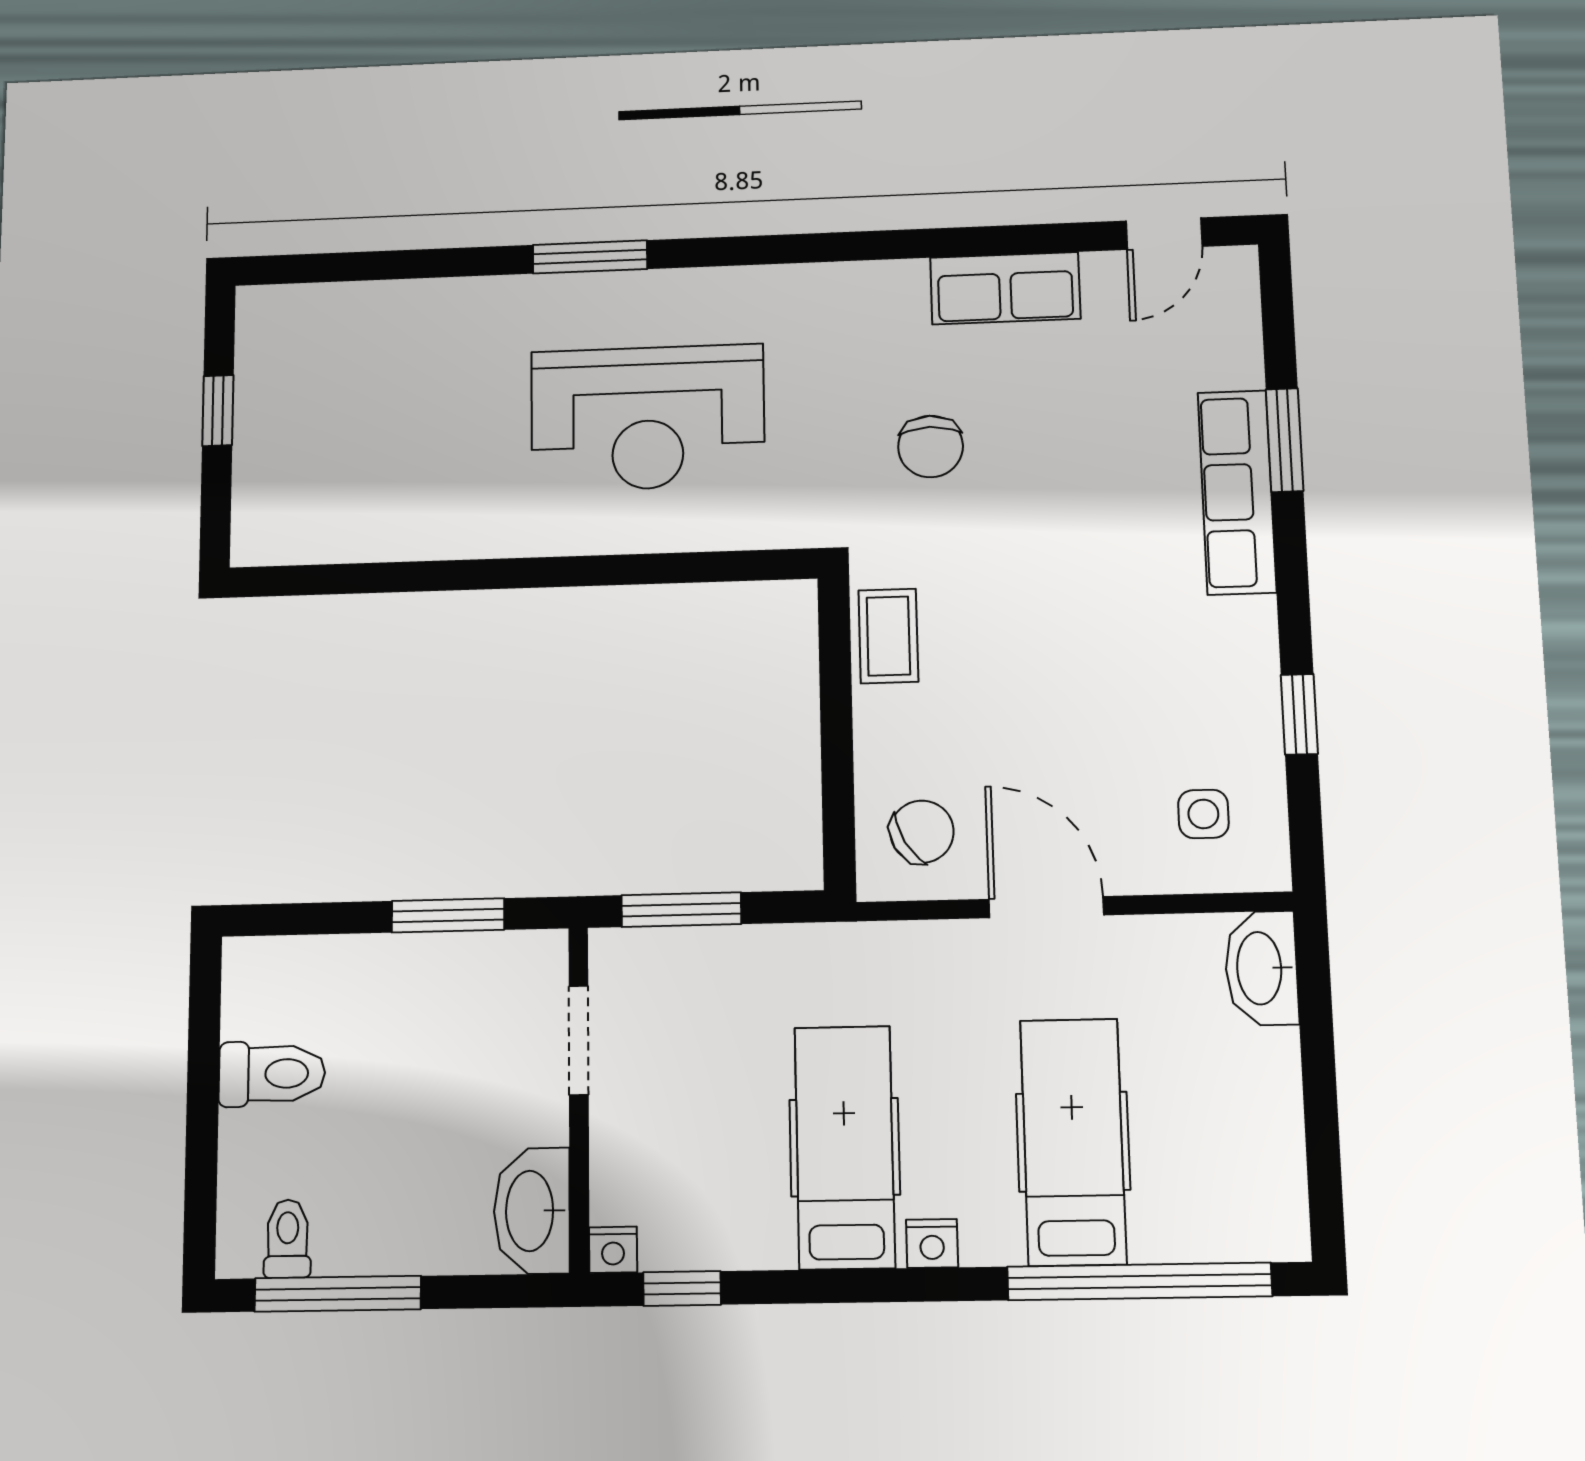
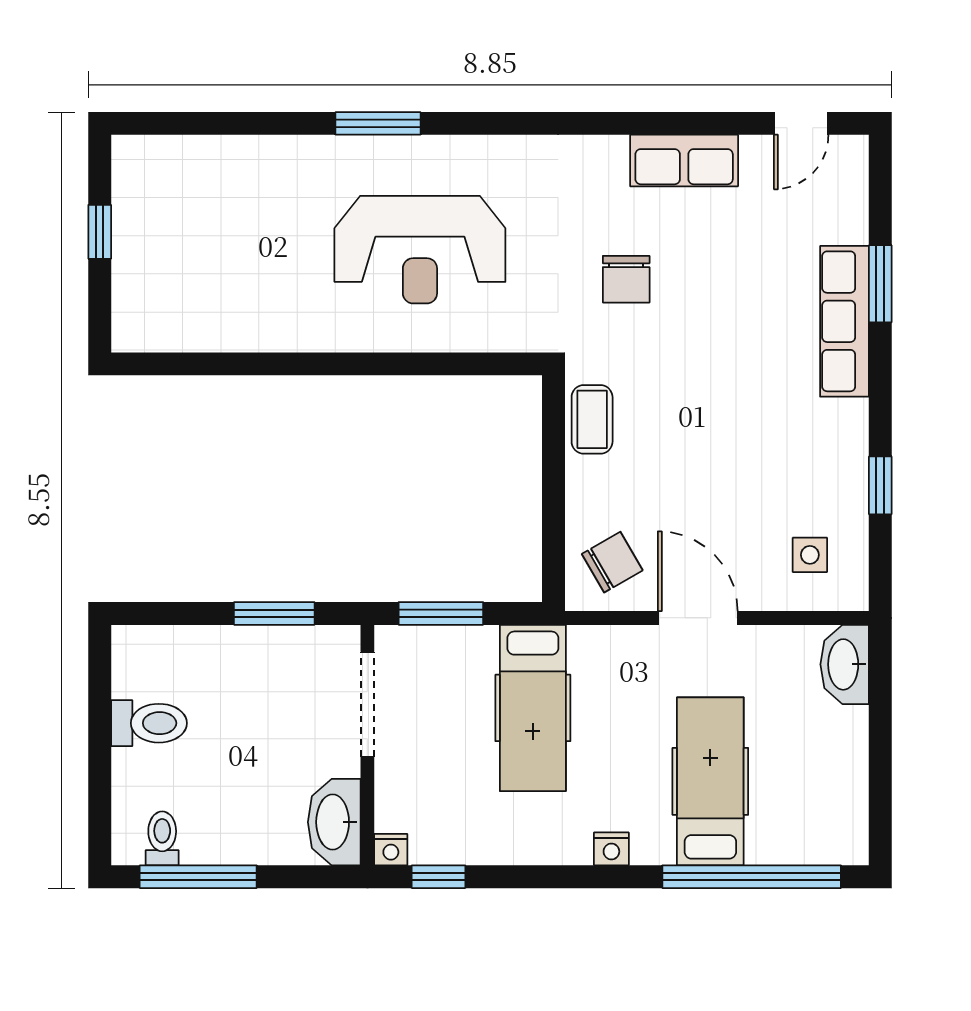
doorway: (579, 1040) -> (367, 704), width x1.38
hospital bed: (845, 1147) -> (533, 708), moved, turned 180

